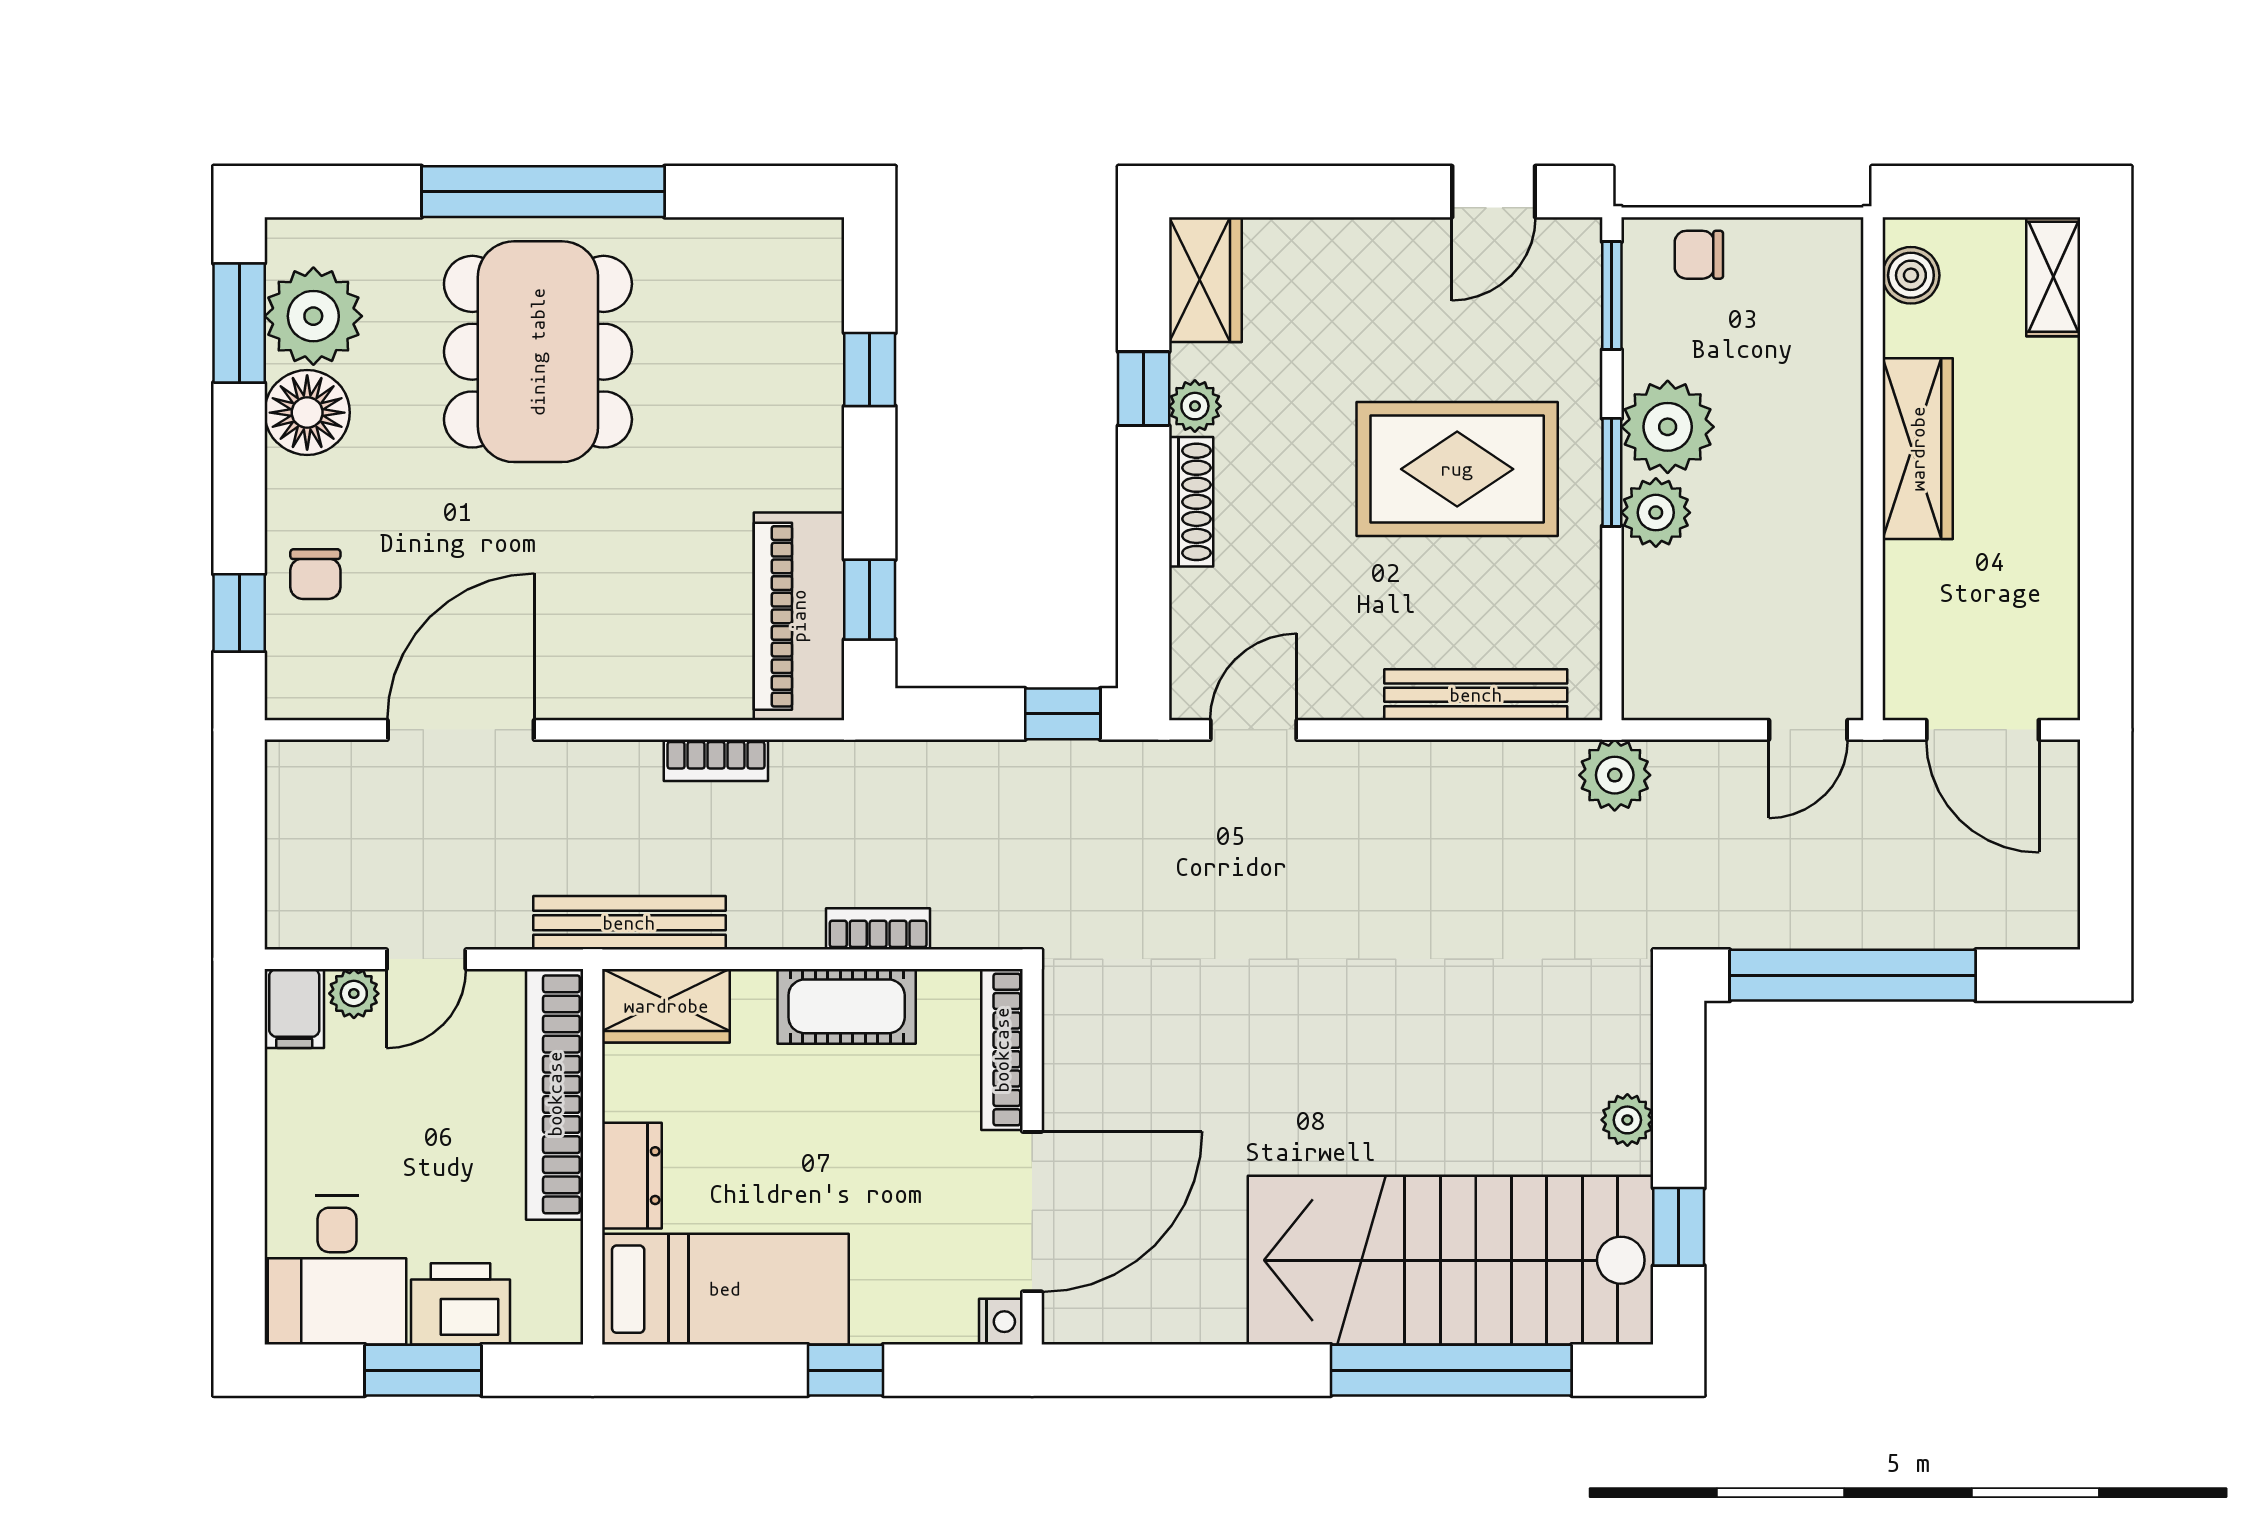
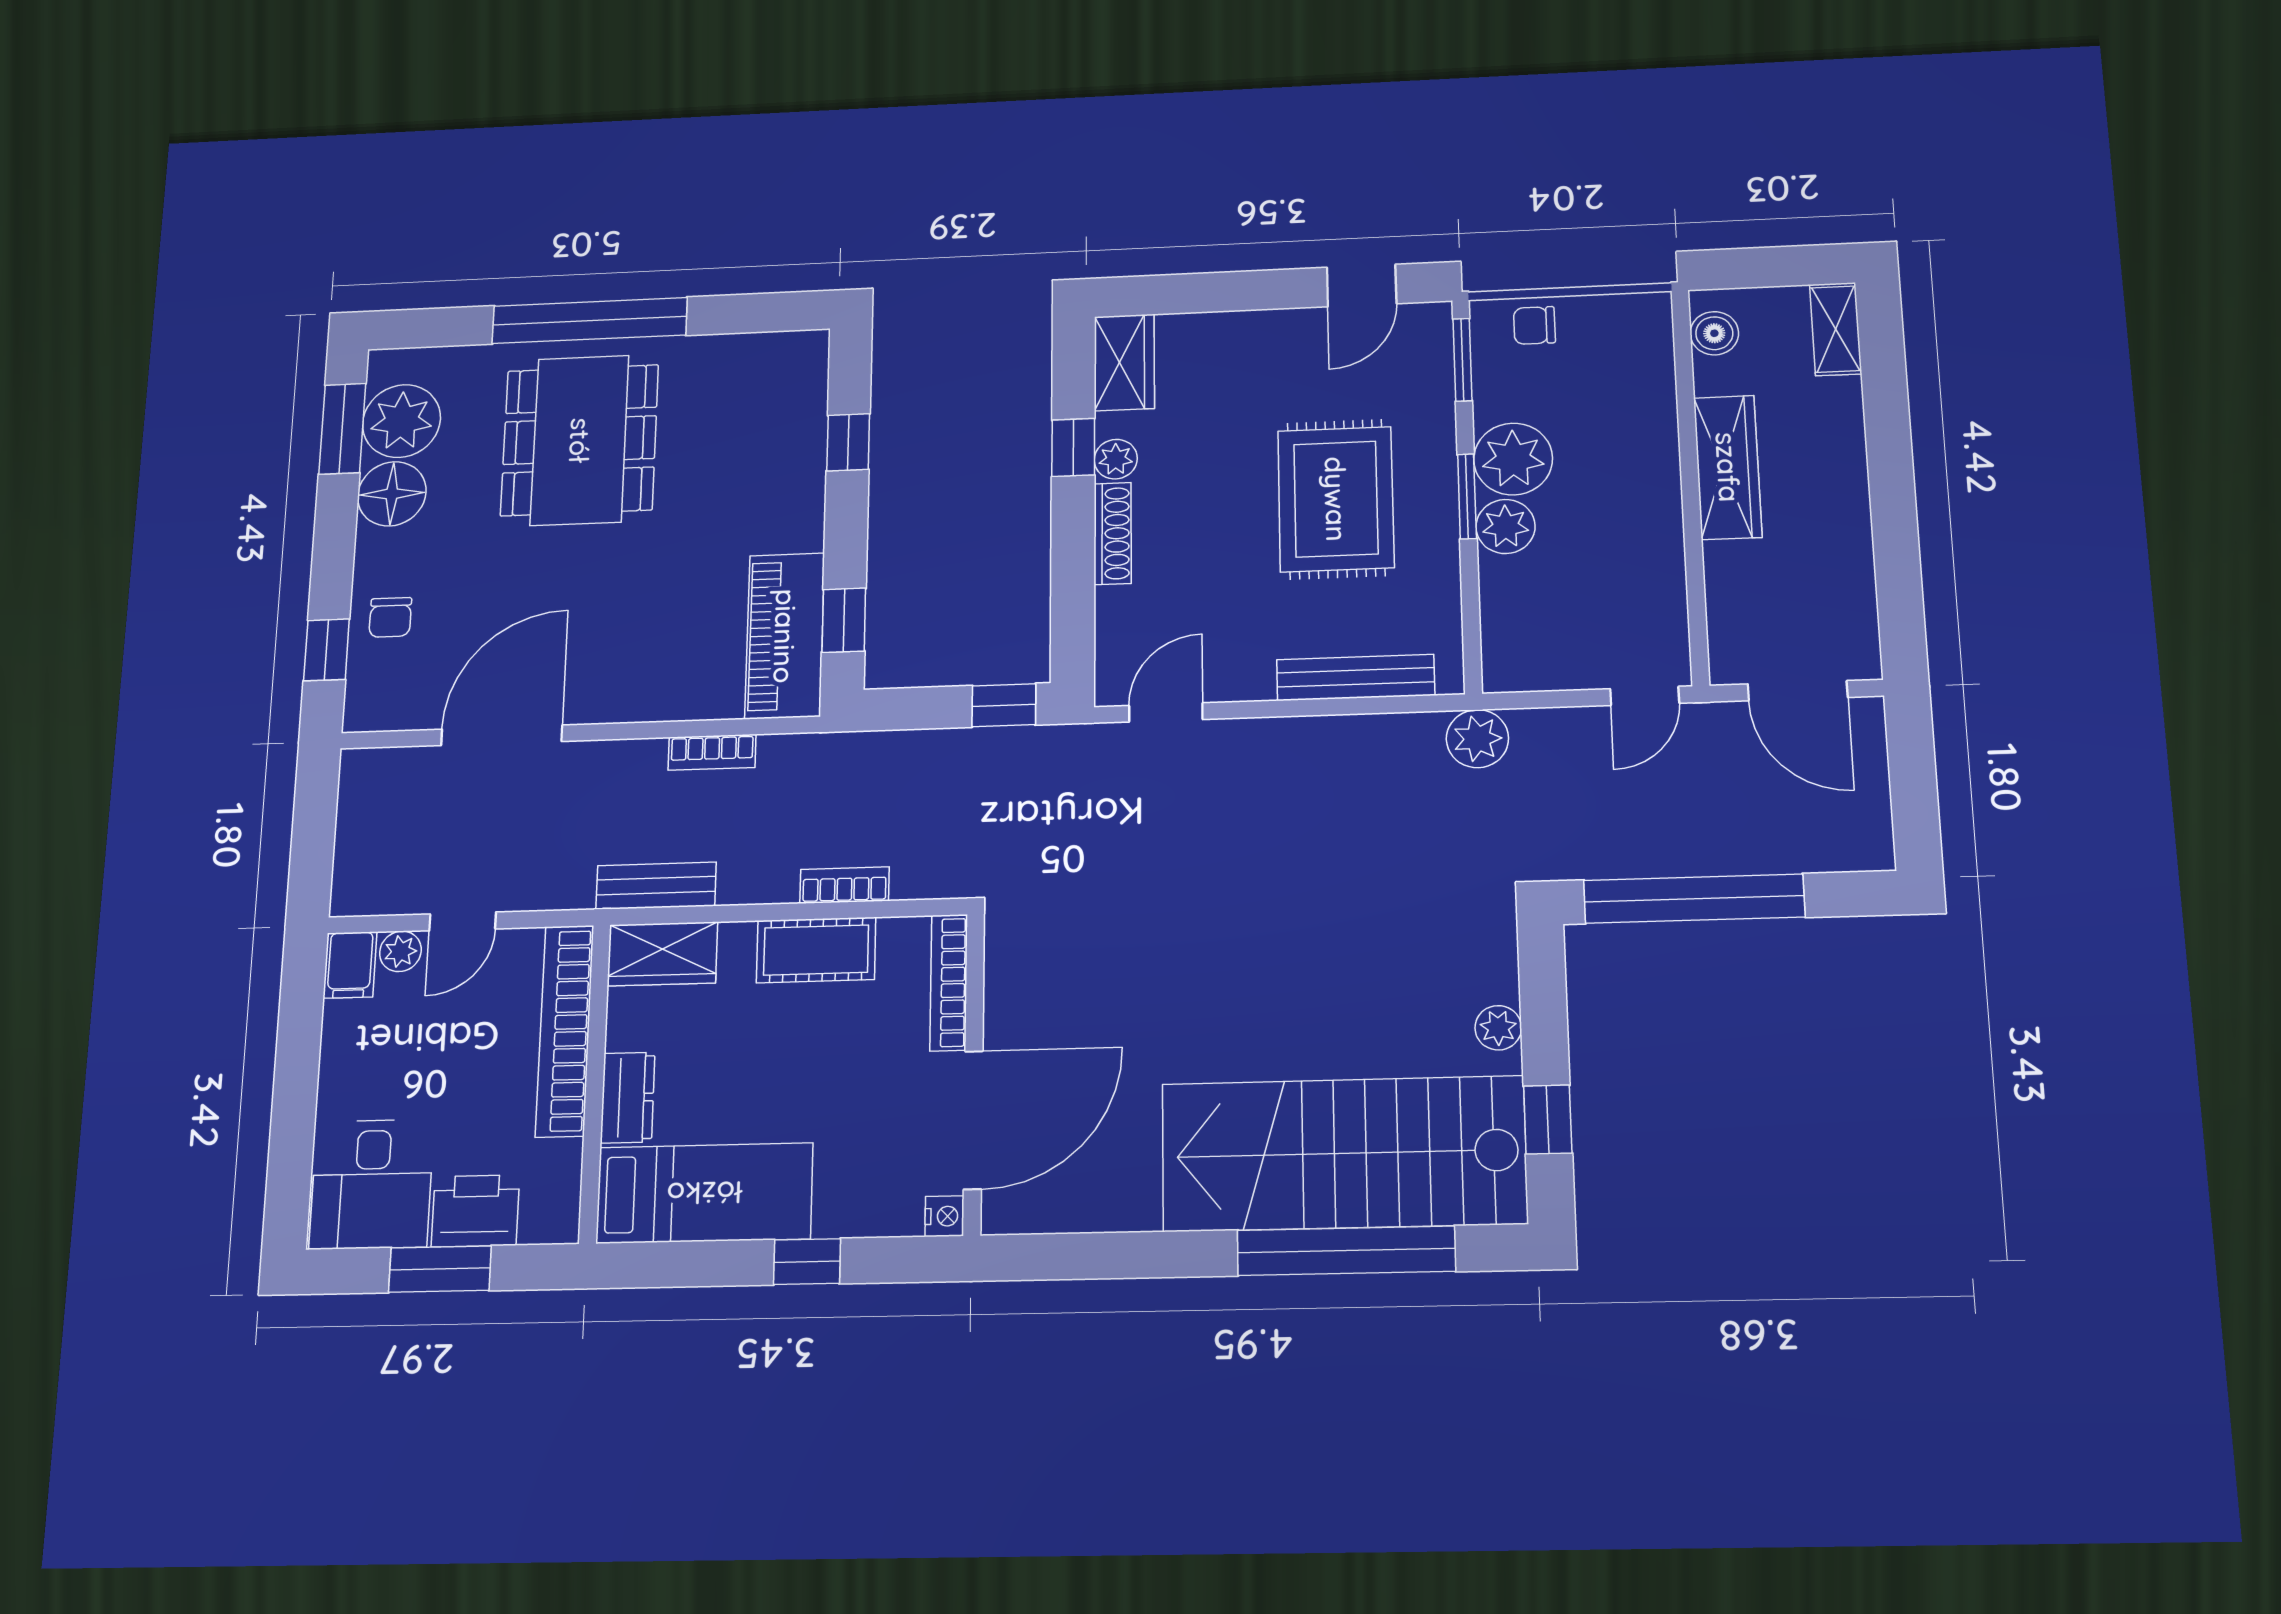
rug: (1457, 469) -> (1336, 499), turned 90
bench: (629, 923) -> (656, 886), width x0.73

